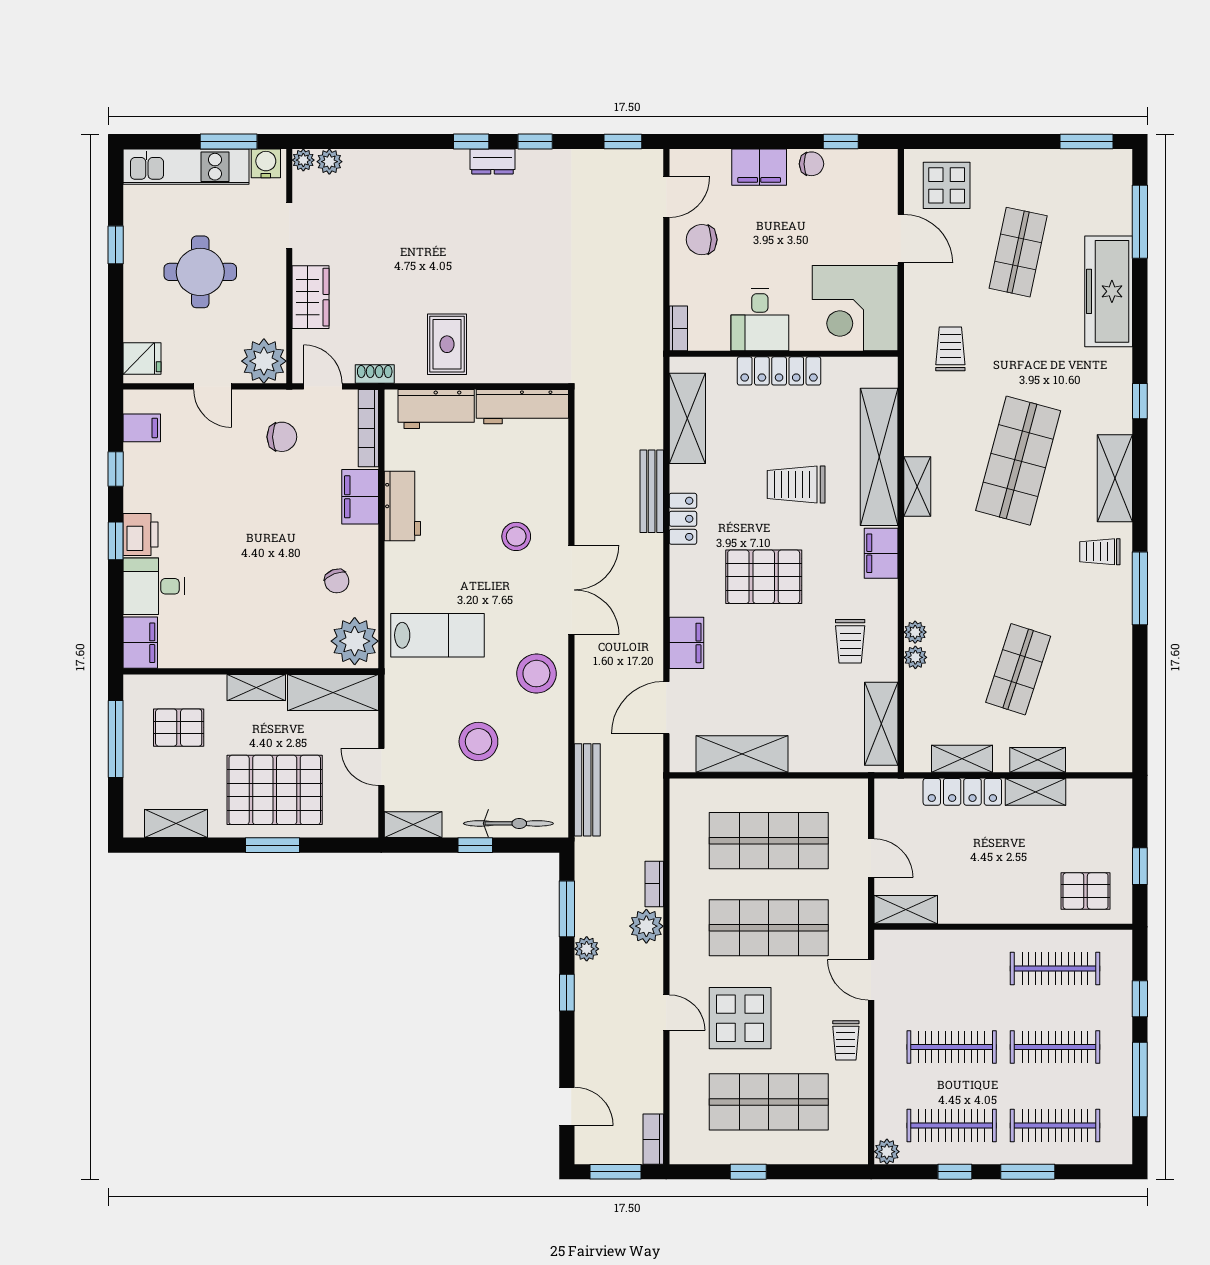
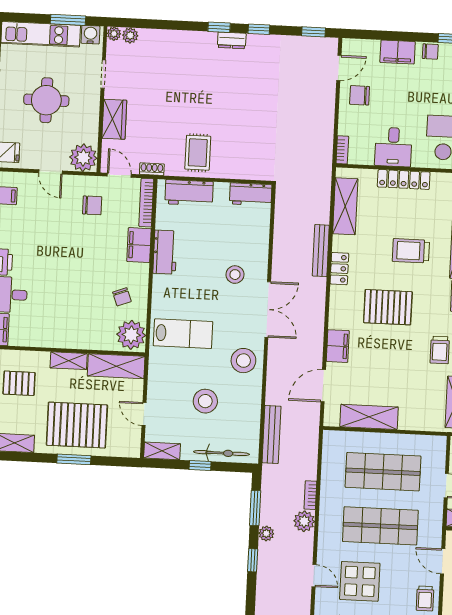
workbench: (522, 407) -> (251, 194), width x0.73

